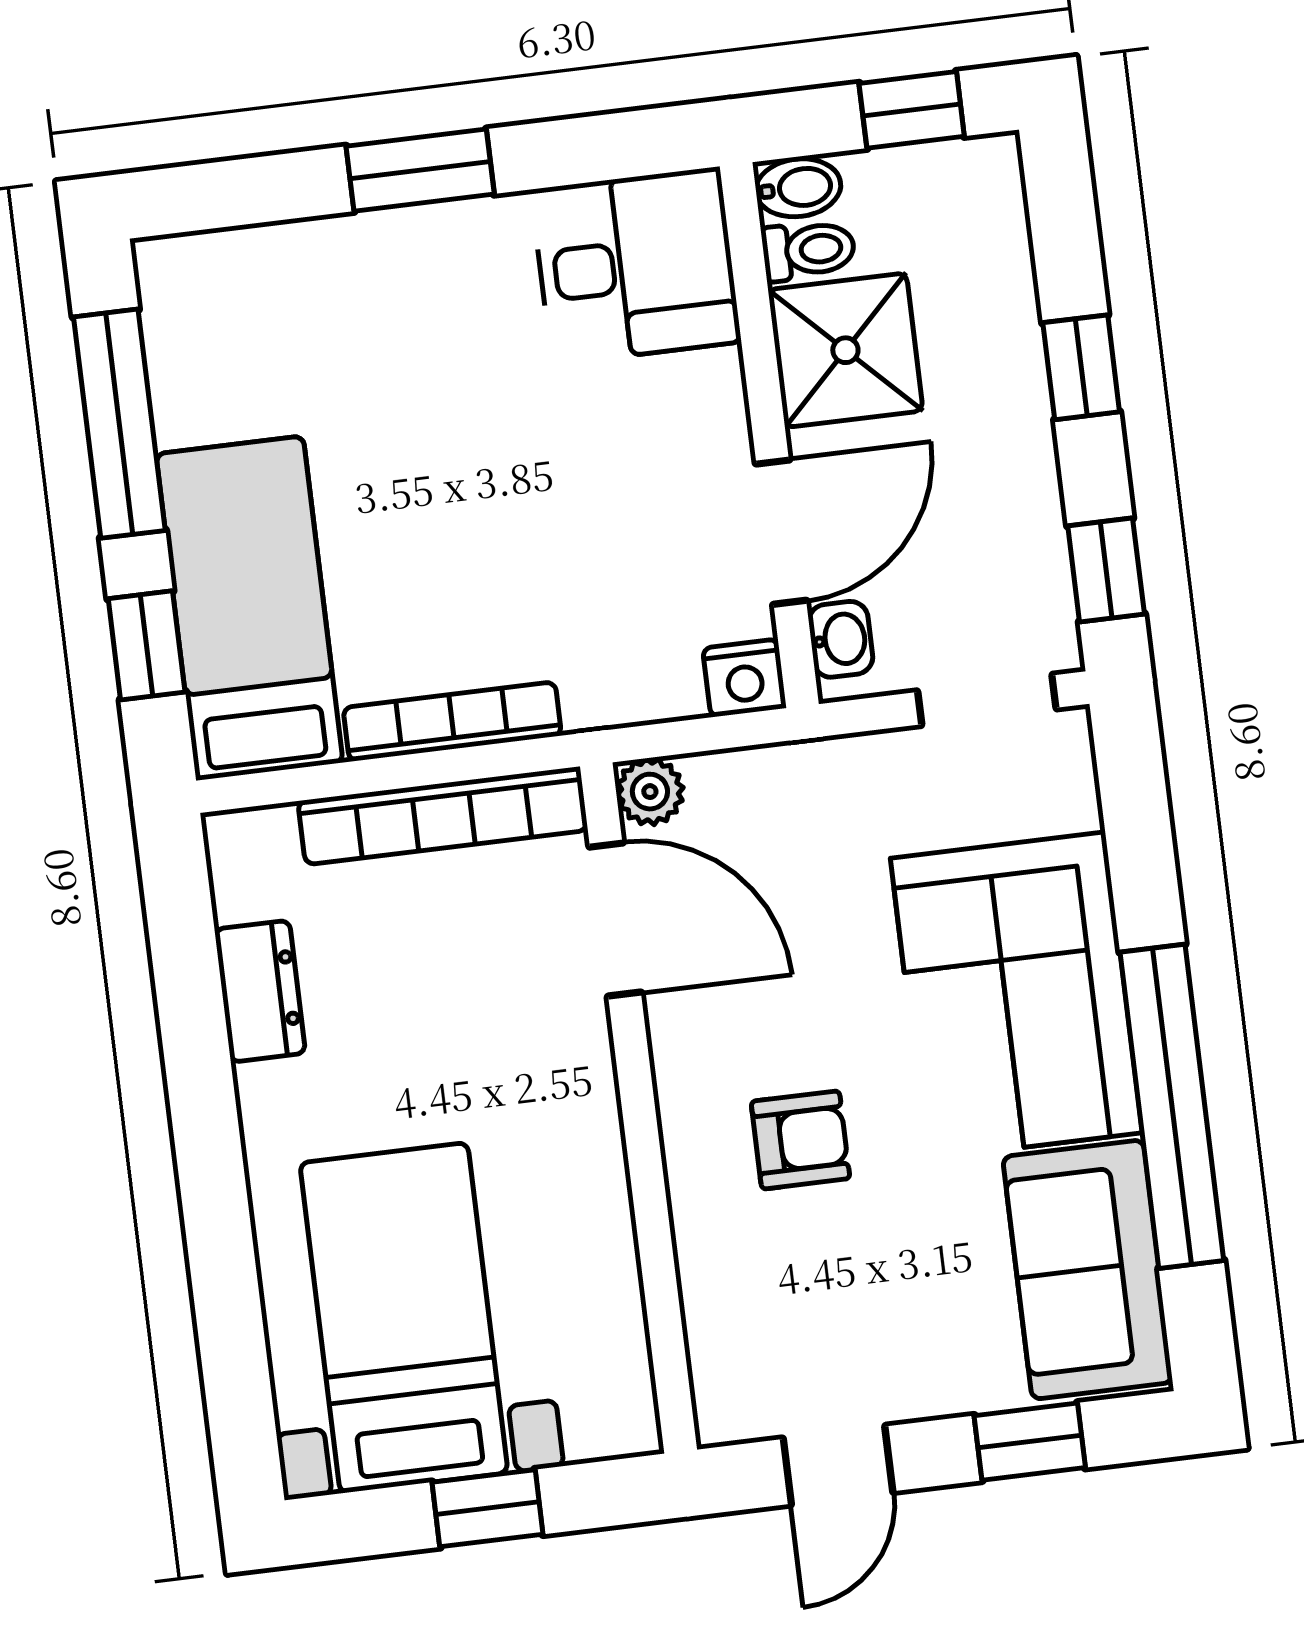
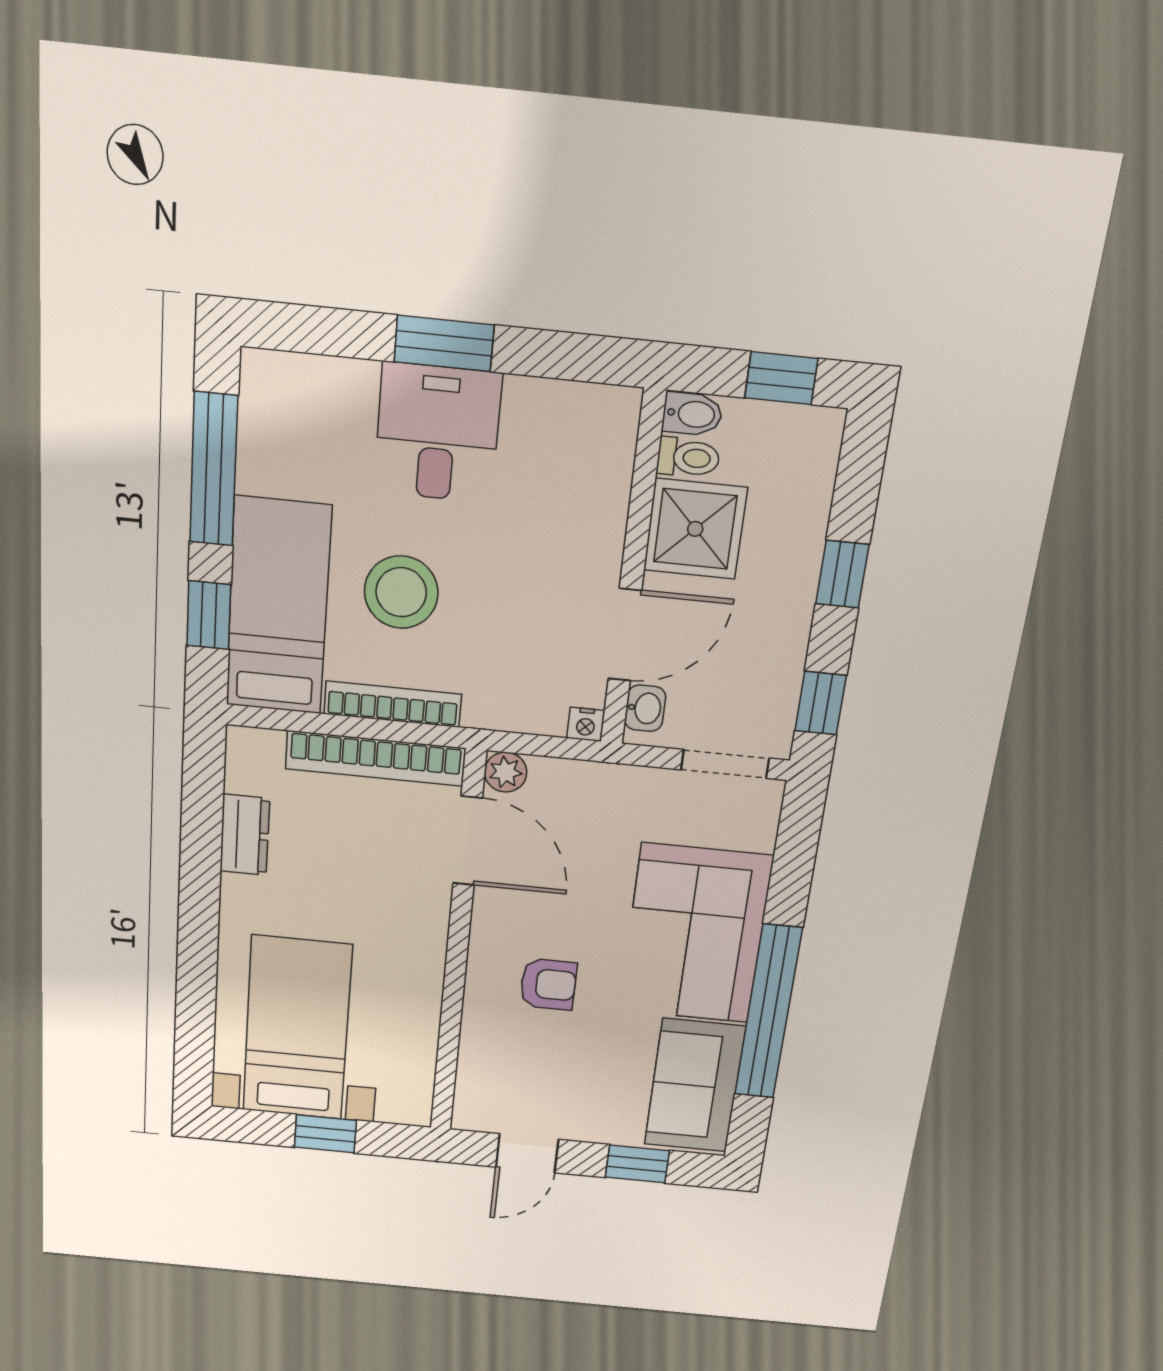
desk: (636, 266) -> (438, 433), moved, turned -90
stool: (431, 544) -> (401, 592), added
nightstand: (744, 678) -> (586, 724), width x0.72, depth x0.74

